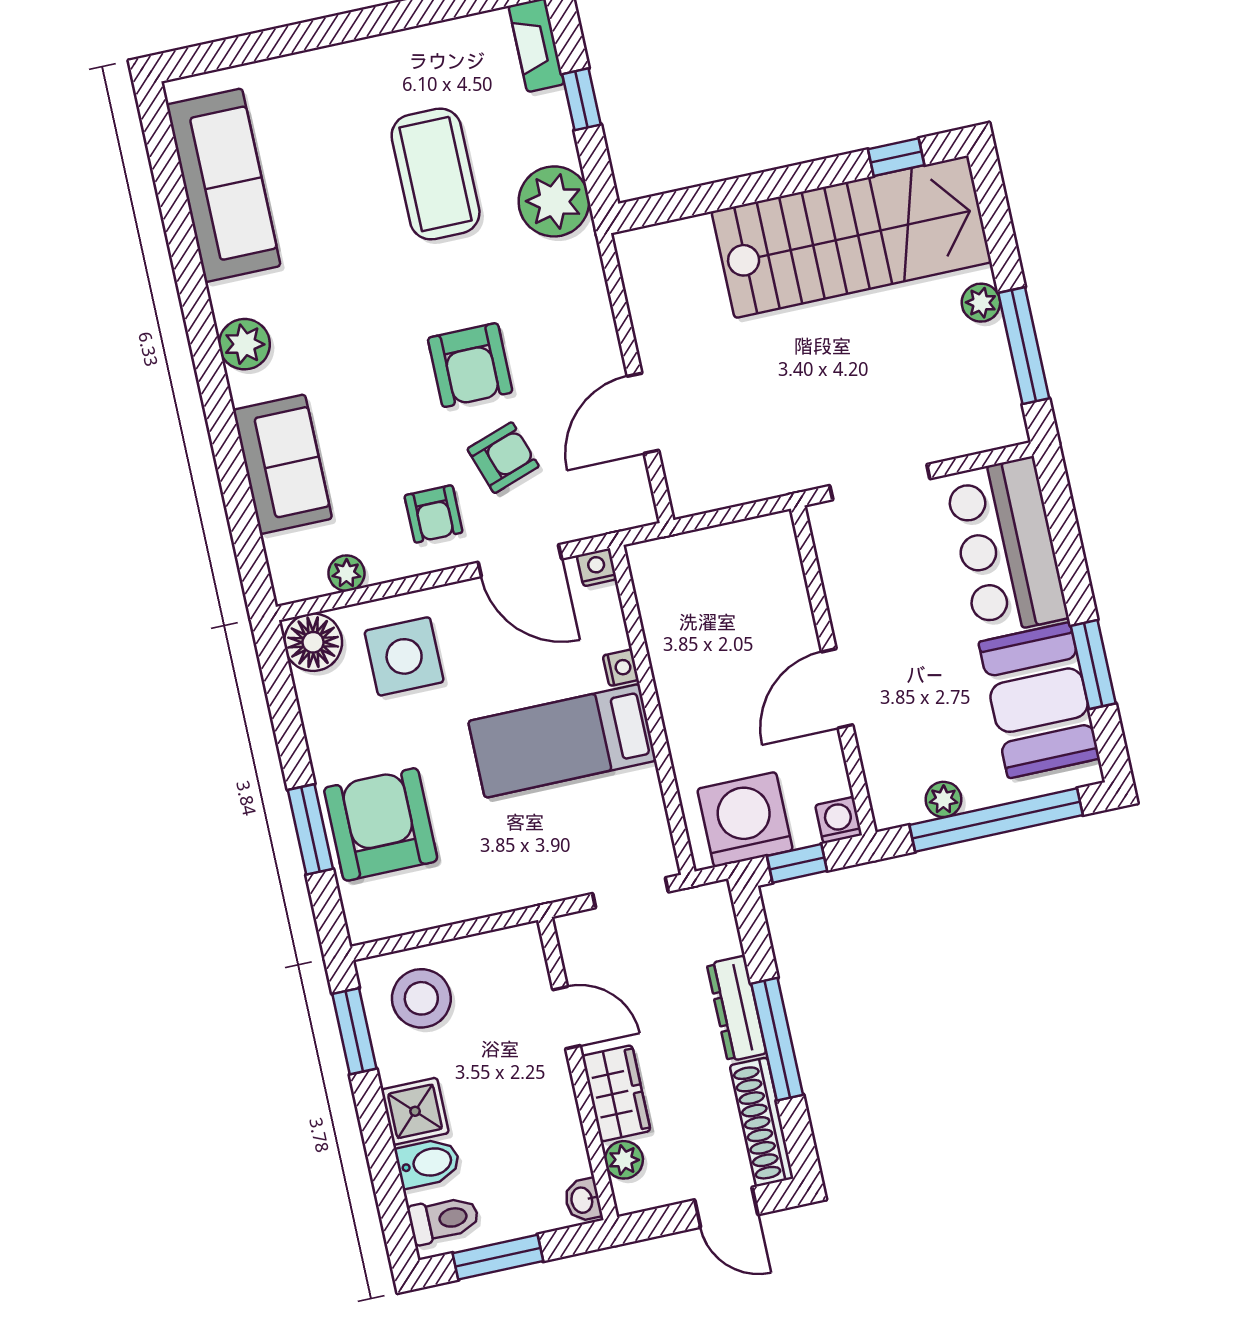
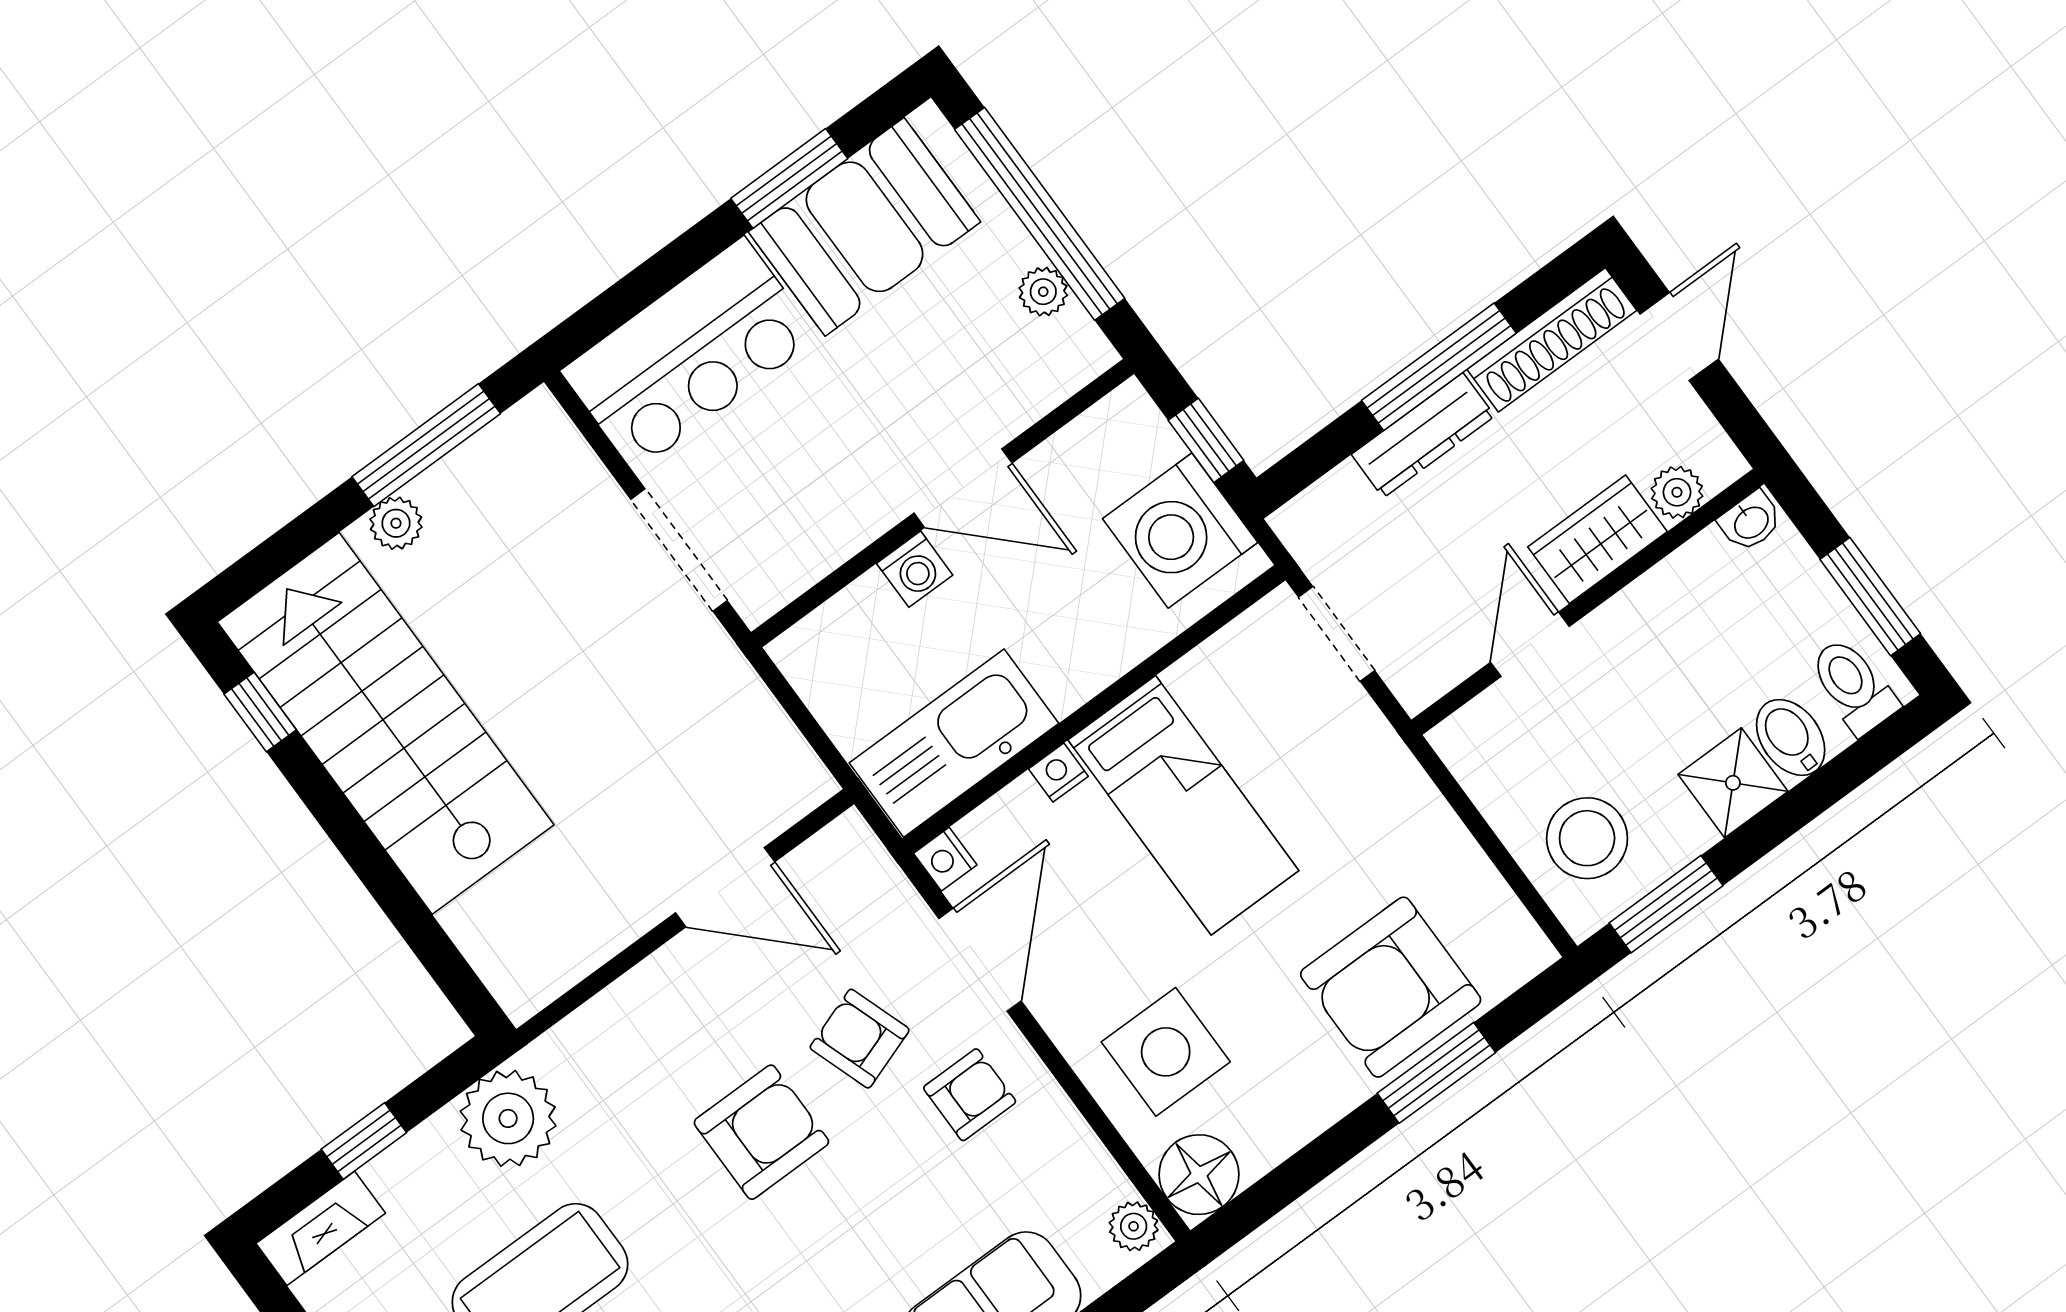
plant: (346, 573) -> (1134, 1226), moved
kitchen sink: (671, 607) -> (954, 743), added
washing machine: (839, 820) -> (915, 569), moved, turned -90

